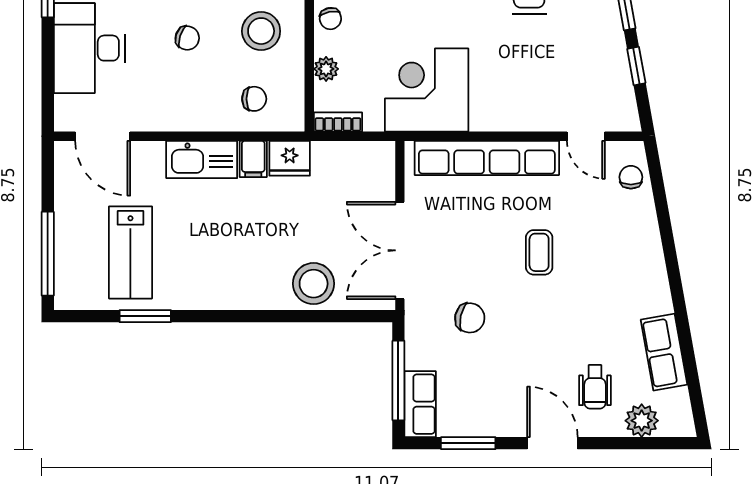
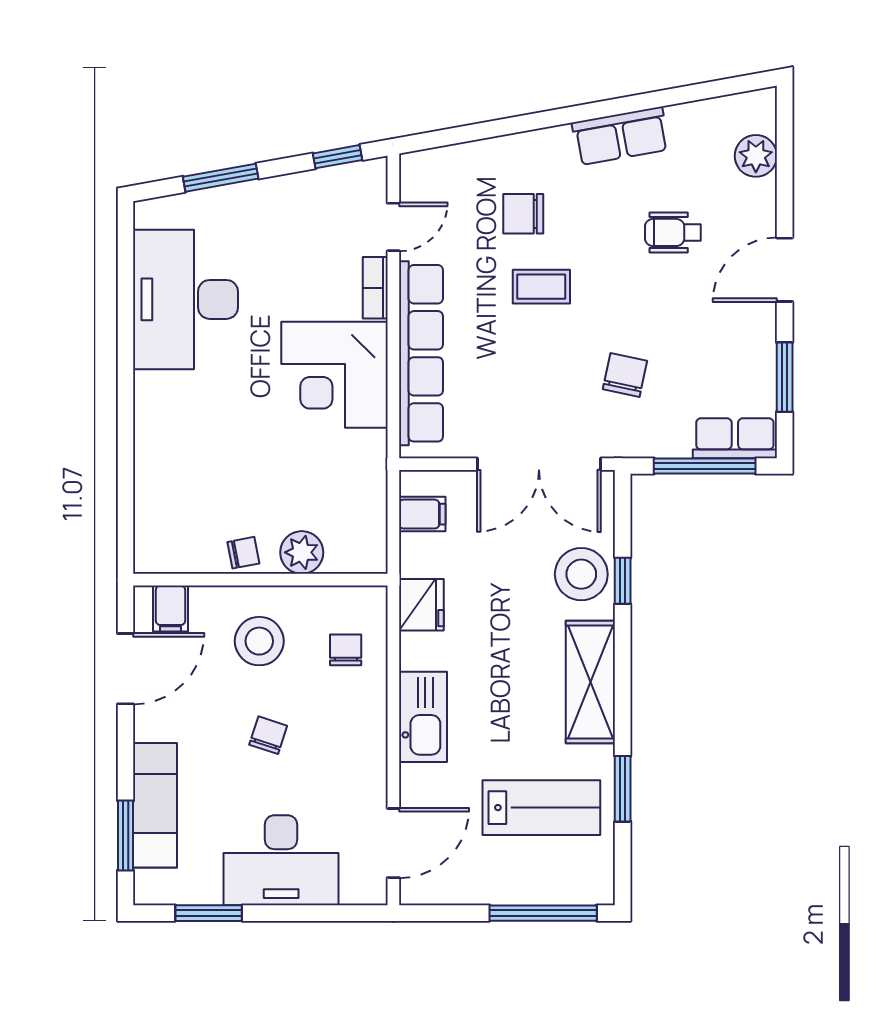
window: (636, 66) -> (338, 157), moved
plant: (326, 69) -> (302, 552), width x1.38, depth x1.38
corner desk: (427, 90) -> (334, 375), moved
bookcase: (338, 122) -> (375, 288), moved
filing cabinet: (253, 159) -> (422, 514), moved
chair: (631, 177) -> (523, 214), moved, width x1.37, depth x1.37
shelving: (229, 291) -> (590, 682), added
window: (308, 316) -> (623, 581), added
row of seats: (664, 352) -> (621, 136), moved
wheelchair: (595, 387) -> (673, 232), moved, turned 180

